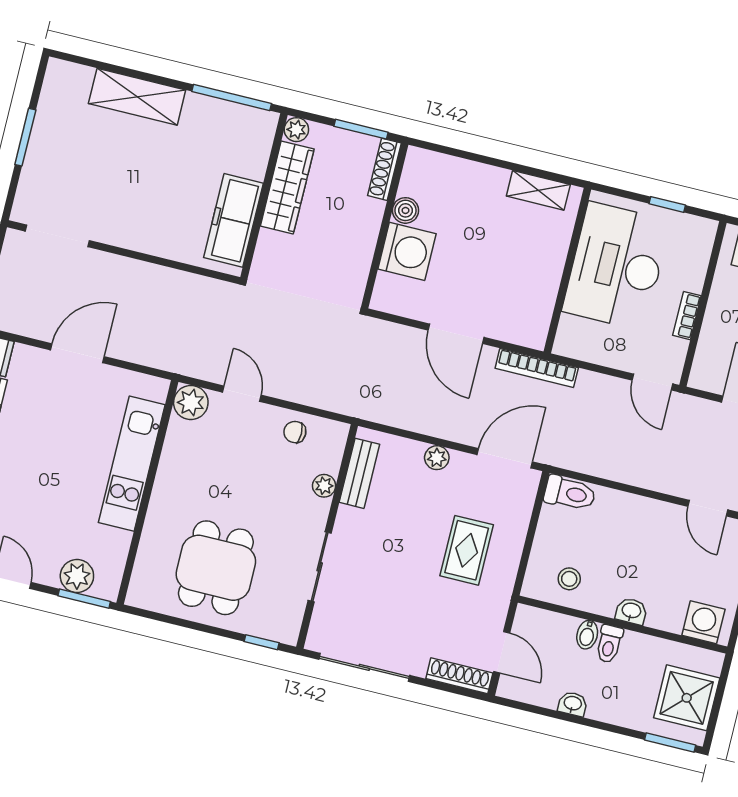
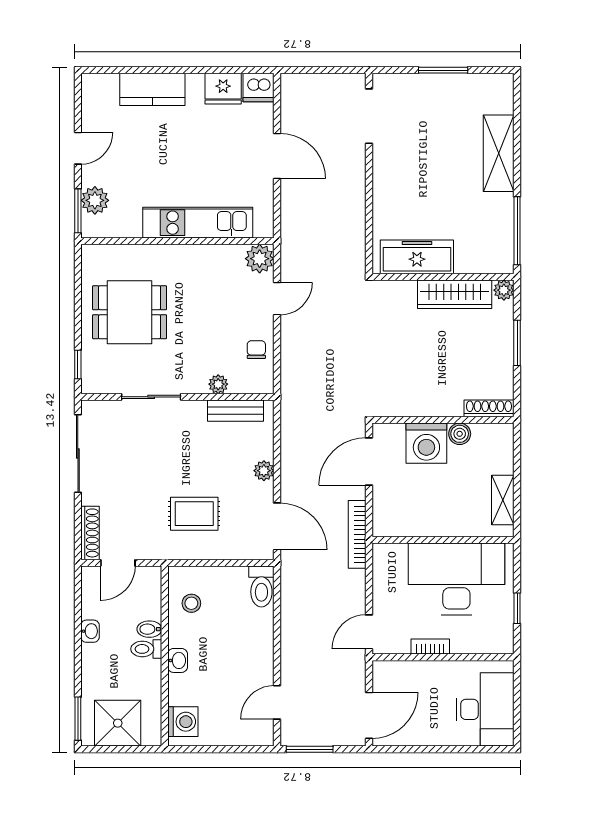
shoe rack: (384, 169) -> (489, 408), moved
boiler: (405, 210) -> (460, 434), moved
wall: (385, 226) -> (443, 420), moved
washing machine: (407, 251) -> (426, 443), moved

